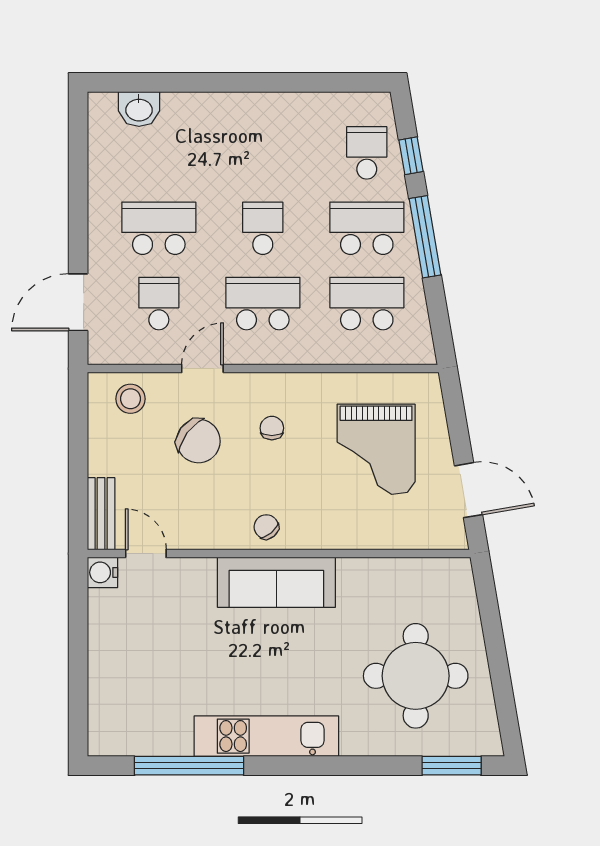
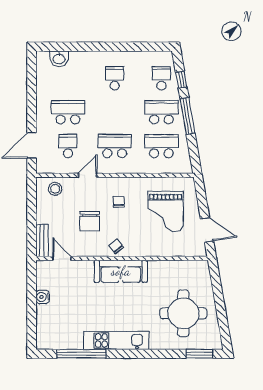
school desk: (263, 228) -> (115, 78), moved
chair: (198, 441) -> (90, 221), moved, turned 53
water cooler: (103, 572) -> (43, 297), moved

